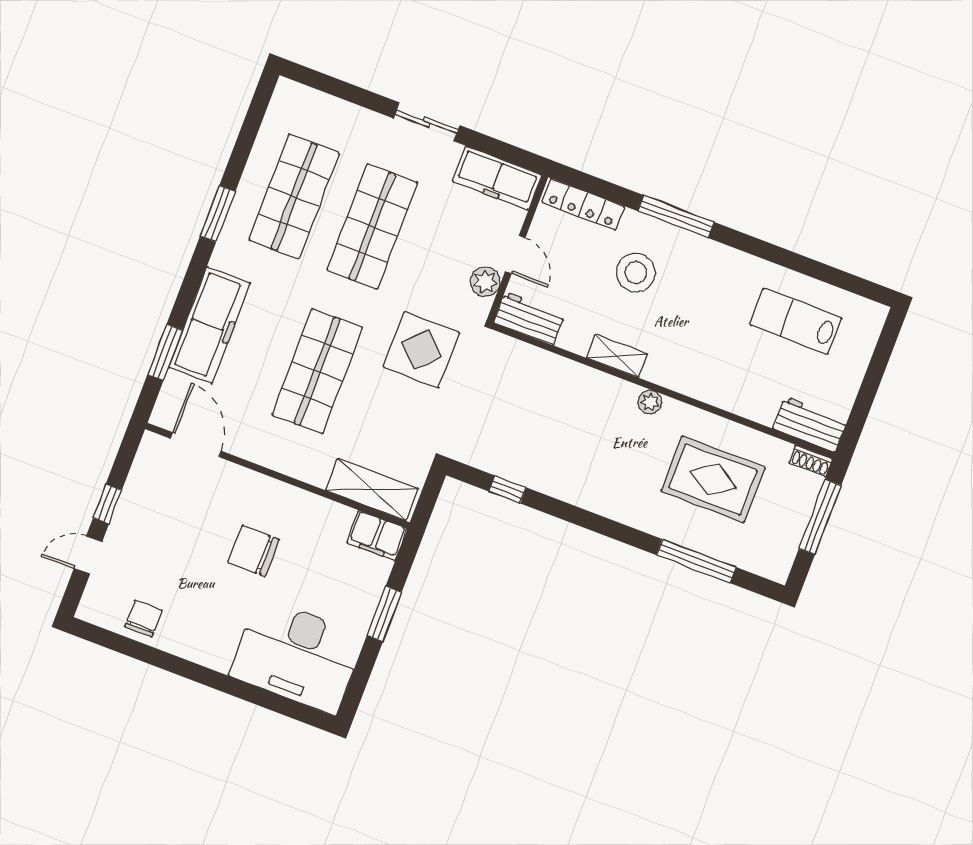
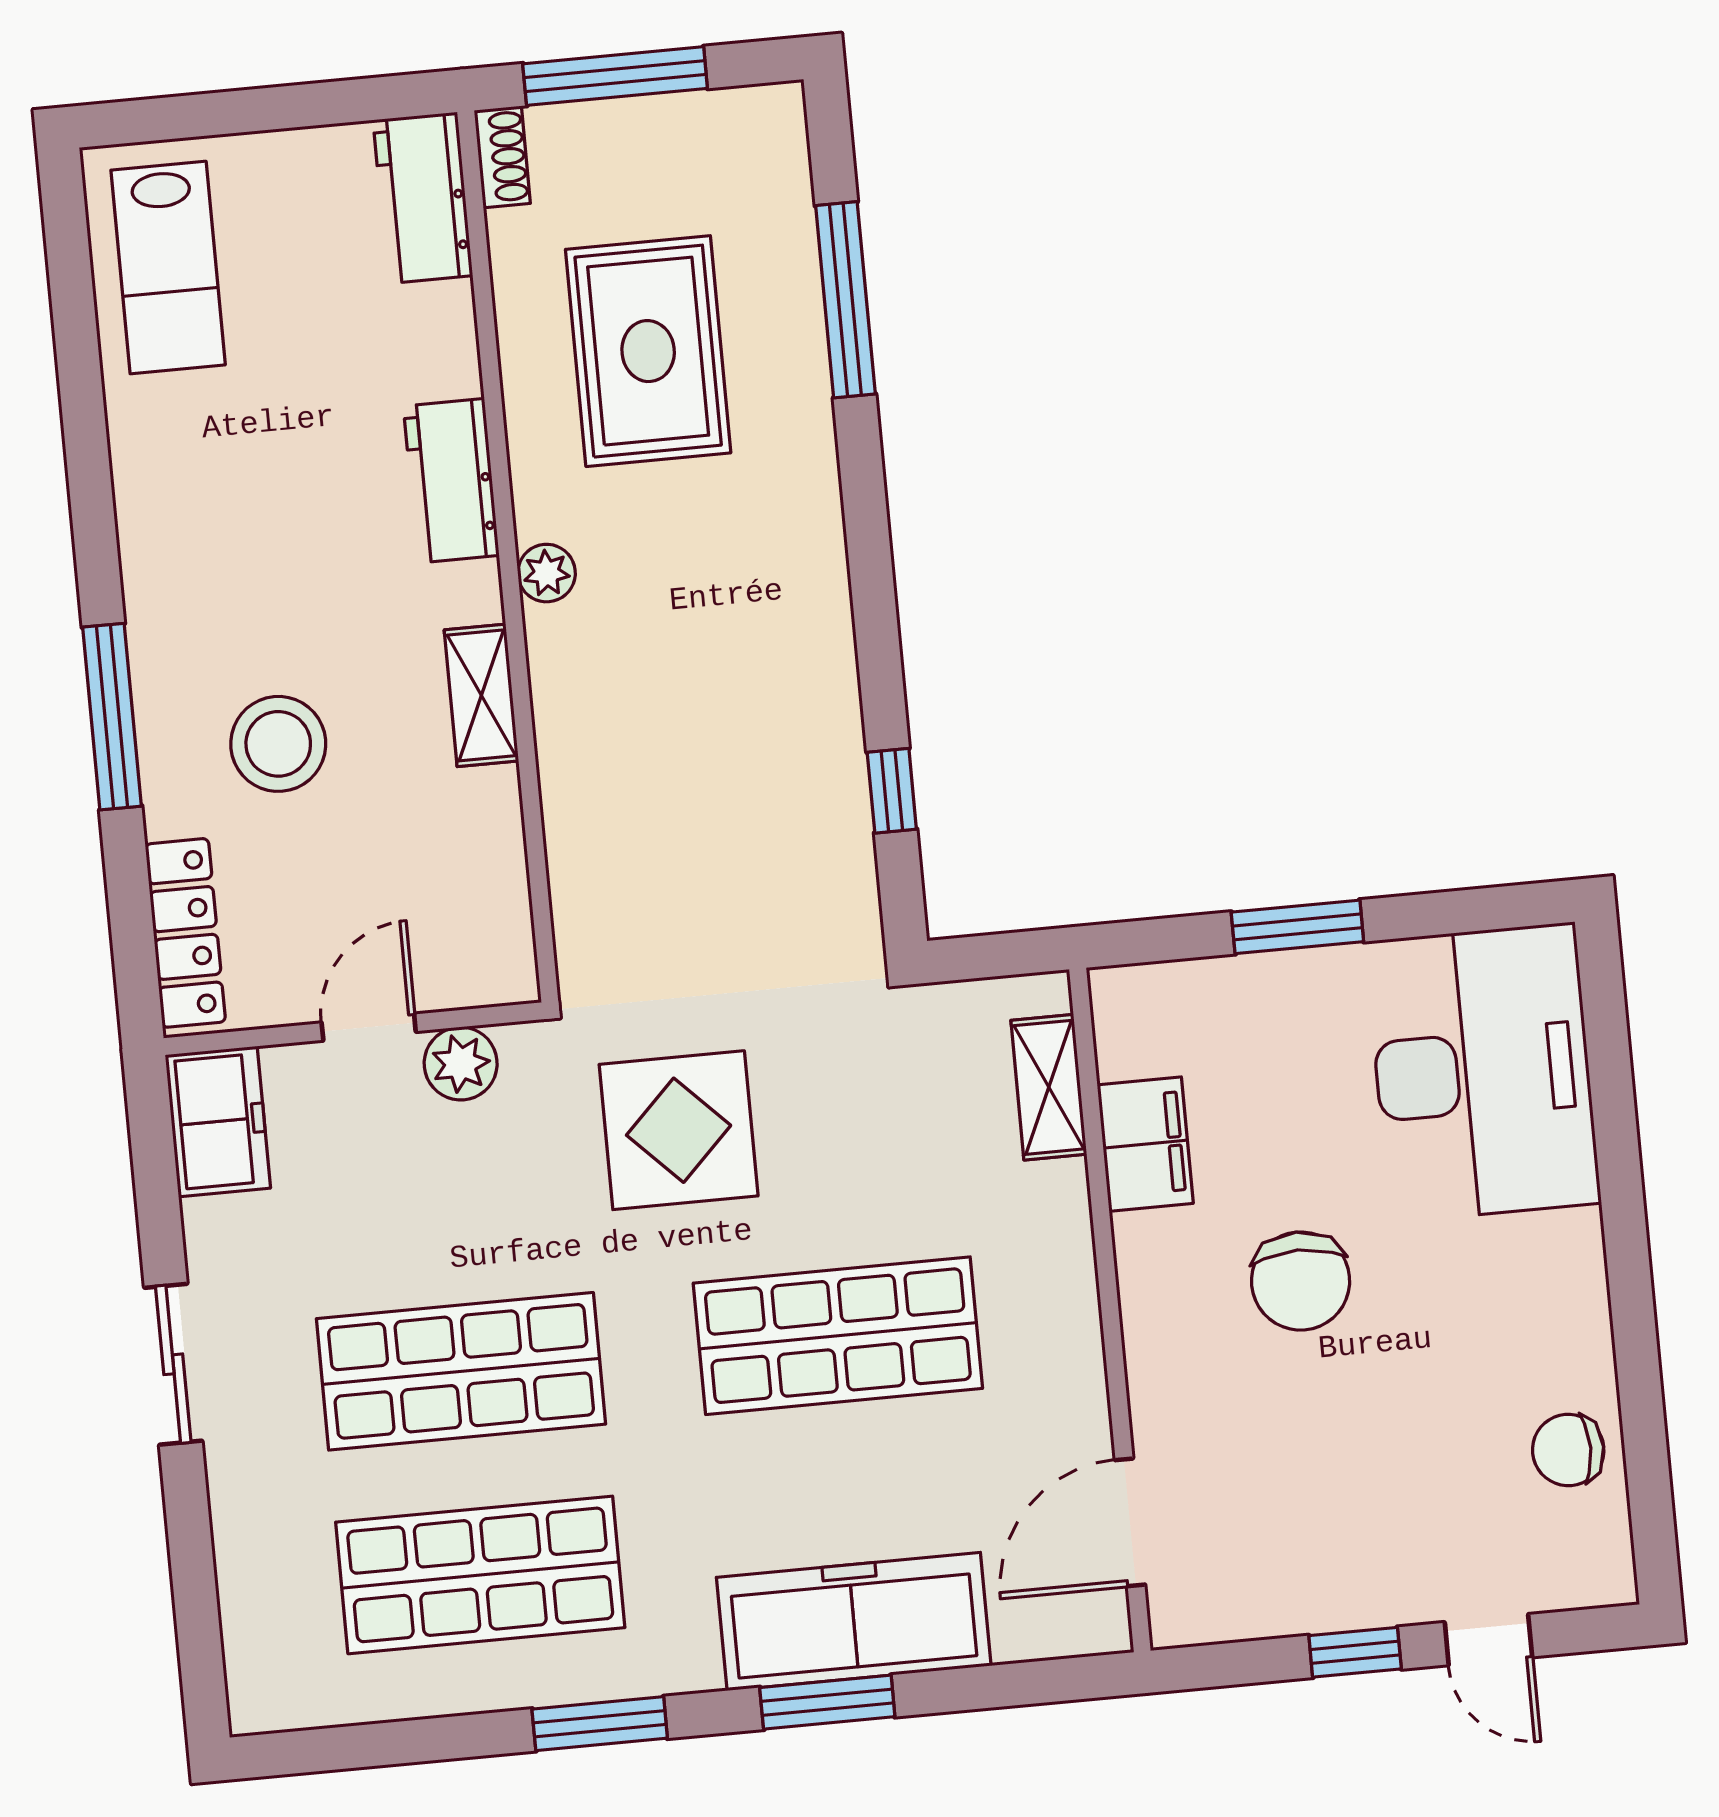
freezer: (497, 178) -> (218, 1121), width x0.71
workbench: (529, 318) -> (451, 481), moved
lab bench: (796, 321) -> (168, 267), moved
window: (165, 352) -> (827, 1702), moved
shelving: (372, 489) -> (1049, 1087), width x0.67, depth x0.75
filing cabinet: (377, 536) -> (1145, 1144), moved

